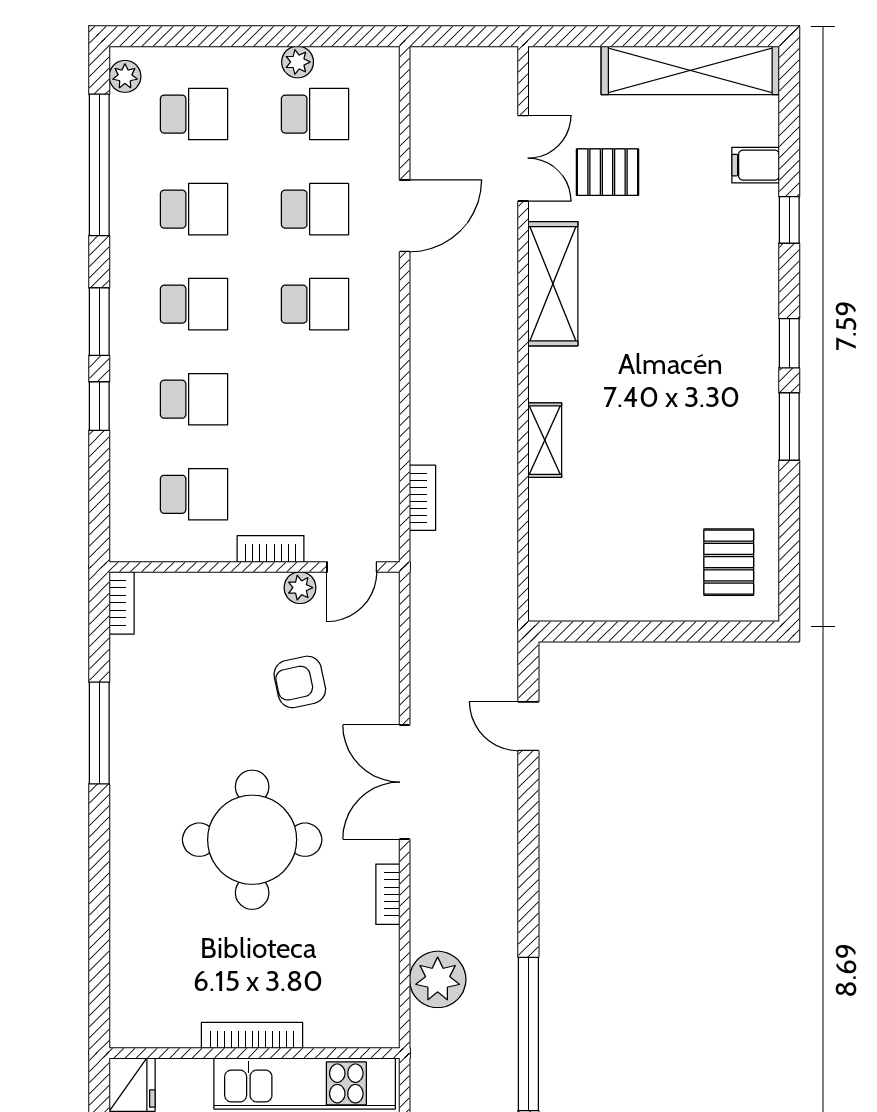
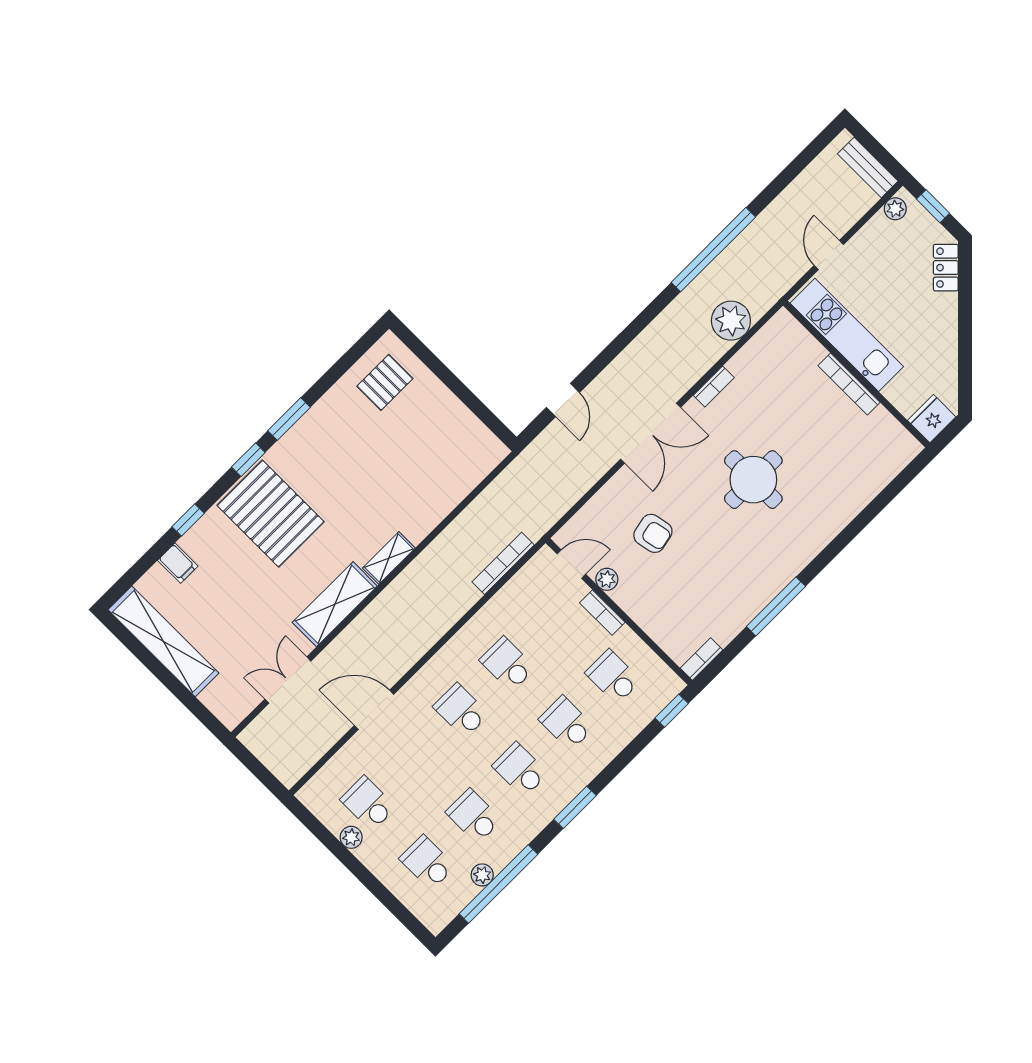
plant: (125, 76) -> (482, 875), moved
pallet: (608, 172) -> (271, 514), moved, width x2.05, depth x2.00
school desk: (315, 209) -> (507, 664), moved
window: (99, 406) -> (672, 711), moved
shelving: (545, 440) -> (389, 558), moved
bookcase: (422, 498) -> (503, 563), width x1.56
round table: (252, 840) -> (753, 480), width x0.73, depth x0.73

